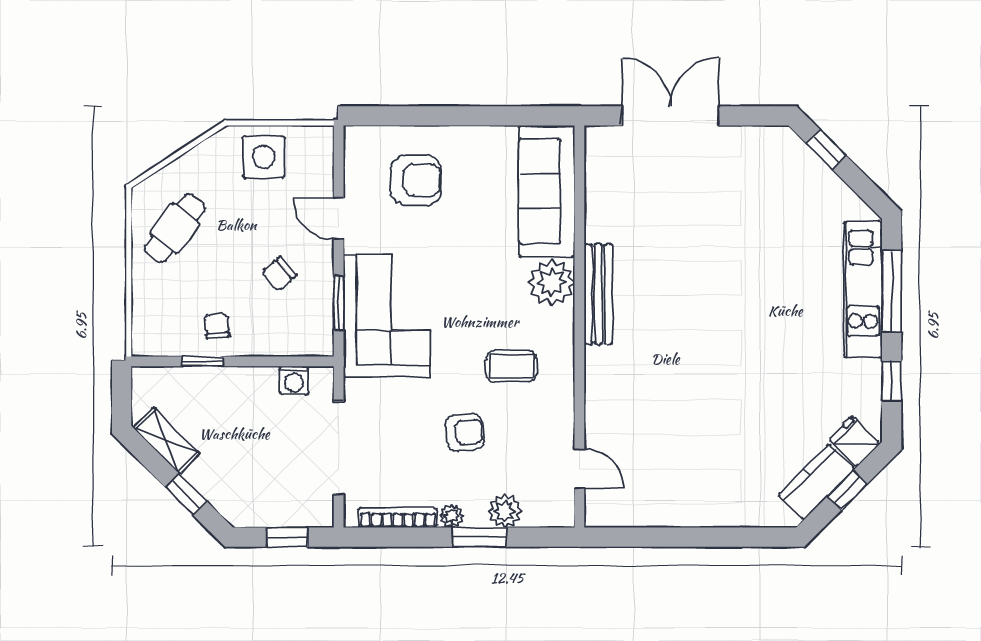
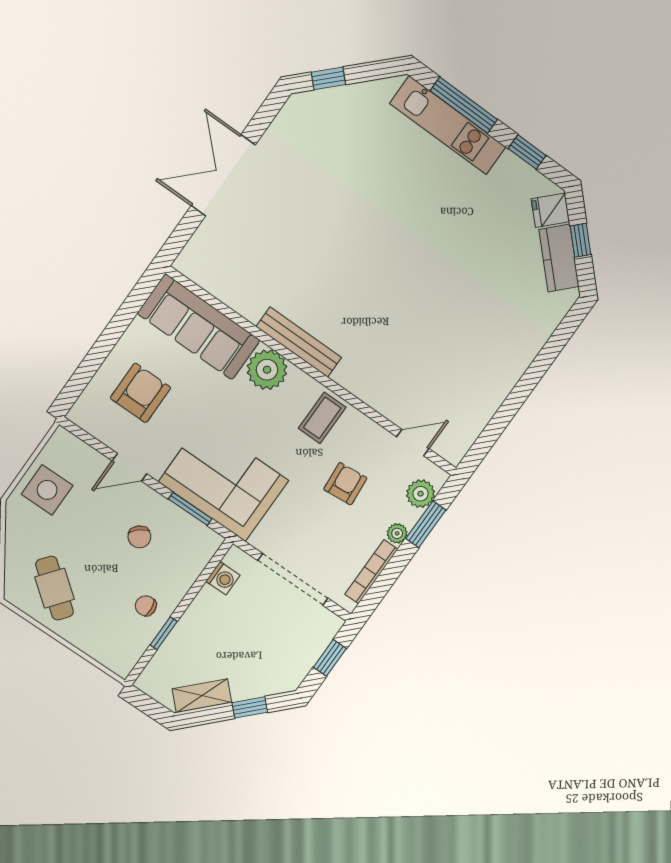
sofa: (547, 191) -> (199, 327), moved
plant: (552, 283) -> (267, 370), moved
bench: (598, 294) -> (299, 342), moved
wall: (579, 326) -> (312, 372), moved
door: (579, 469) -> (413, 443), moved

